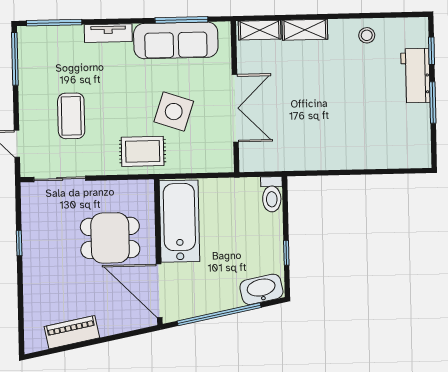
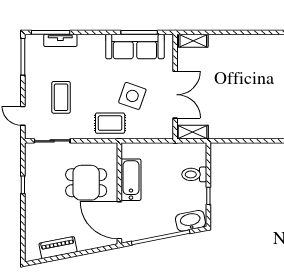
shelving: (305, 30) -> (193, 132), moved
tv unit: (108, 33) -> (60, 40), moved
stool: (367, 35) -> (268, 46), removed
toilet: (272, 194) -> (194, 174), moved, turned 90
bathtub: (179, 221) -> (131, 180), width x0.73, depth x0.73

